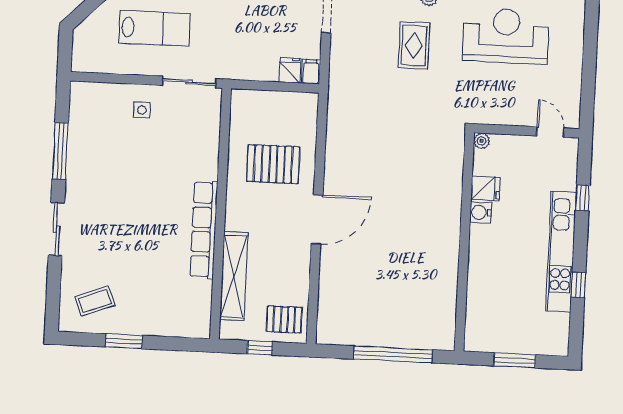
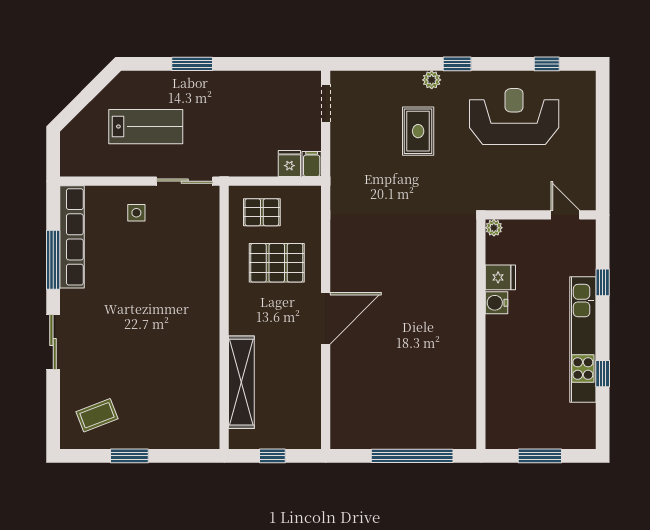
row of seats: (204, 230) -> (72, 237), moved, turned 180
pallet: (284, 320) -> (262, 212), moved

